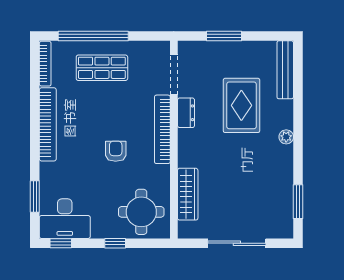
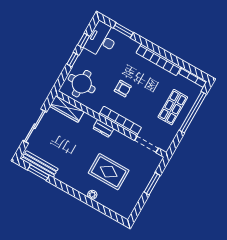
bench: (285, 70) -> (40, 164), moved
dresser: (186, 113) -> (103, 128), moved
plant: (286, 137) -> (92, 195), moved
wardrobe: (188, 194) -> (67, 109), moved
window: (61, 243) -> (84, 40), moved

